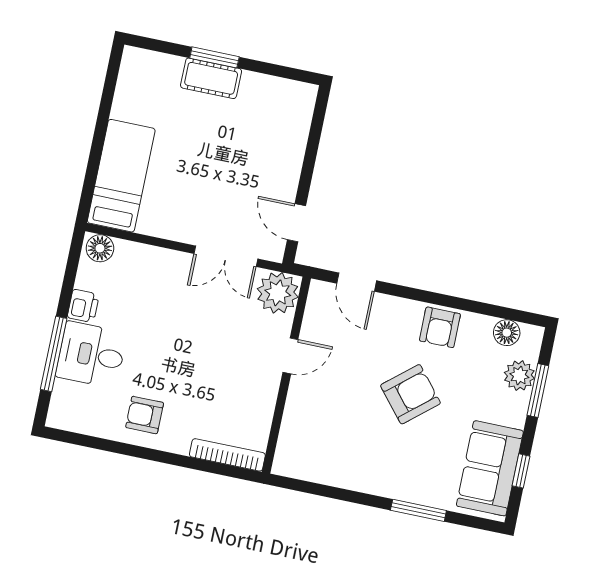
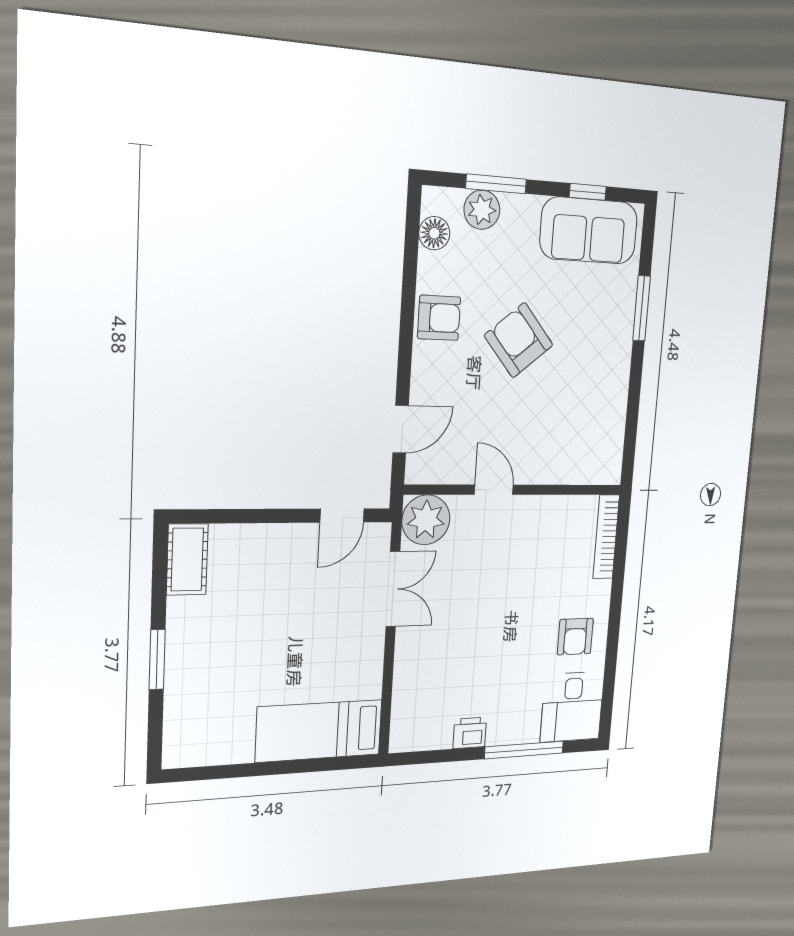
cot: (211, 78) -> (187, 559), moved
floor lamp: (100, 248) -> (405, 732), removed
desk: (91, 355) -> (572, 707), moved

